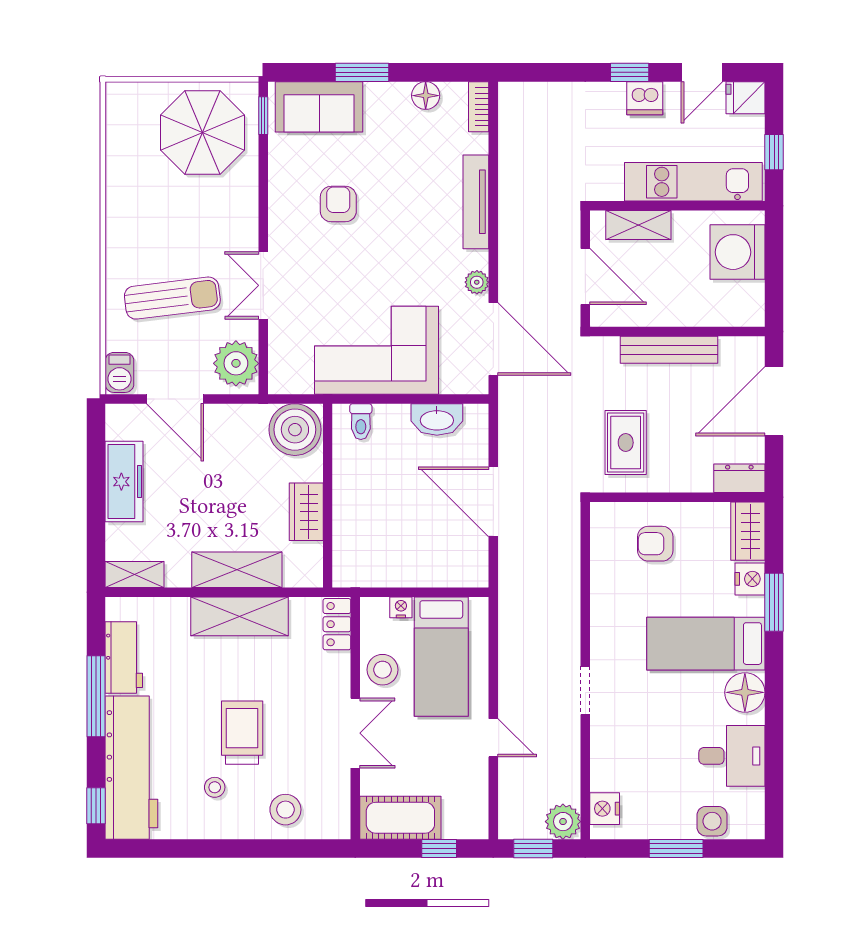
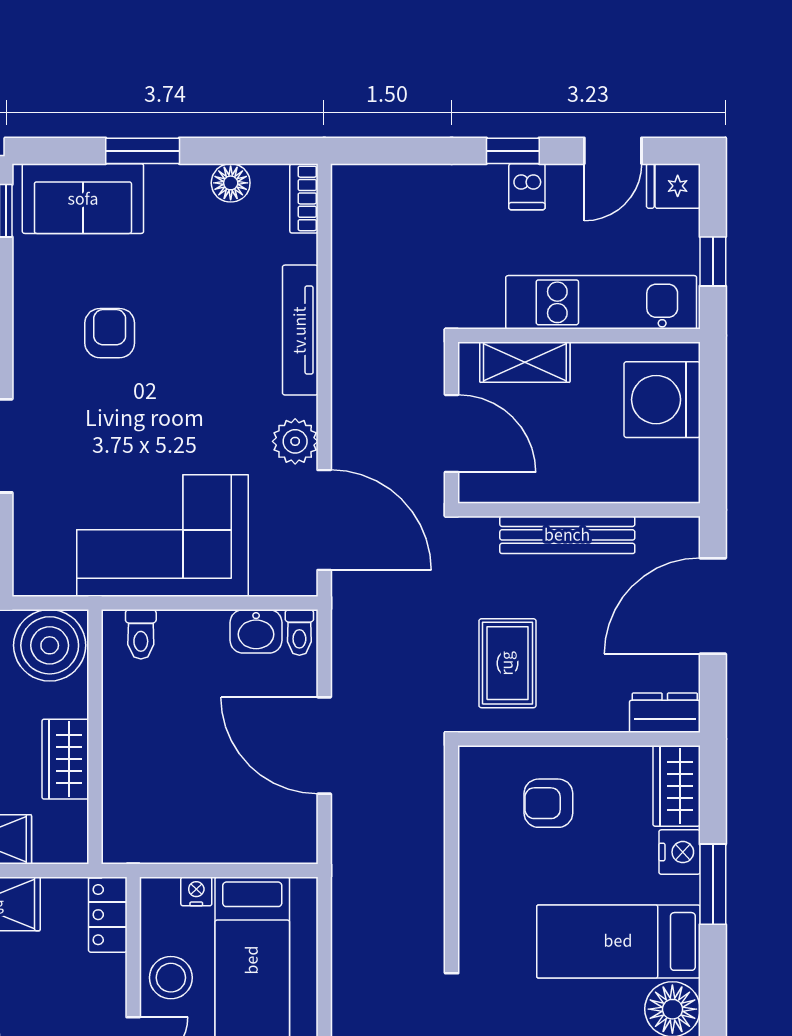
dishwasher: (645, 98) -> (527, 187), width x0.73
plant: (477, 282) -> (295, 441), width x1.38, depth x1.38
washbasin: (437, 419) -> (256, 631), width x0.72
toilet: (475, 420) -> (299, 632), added

